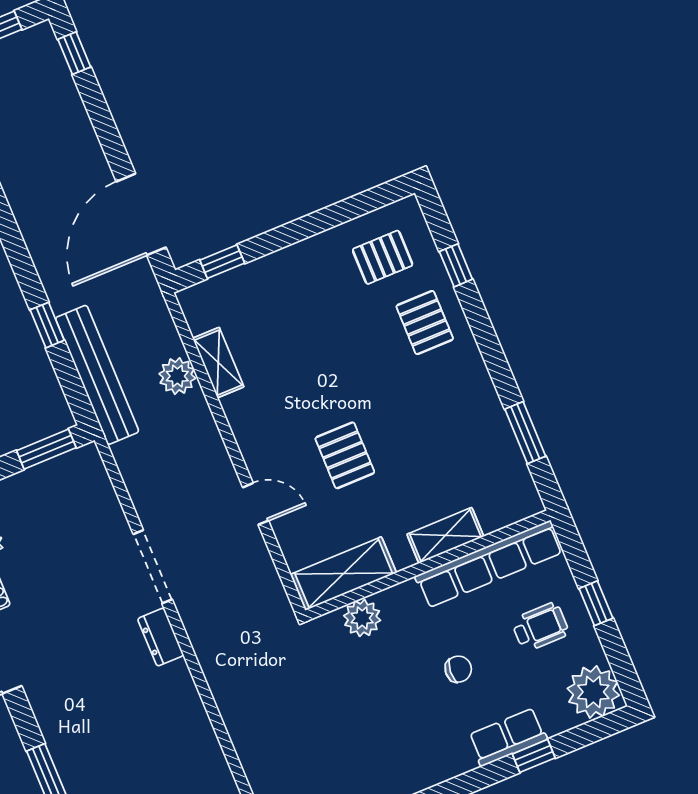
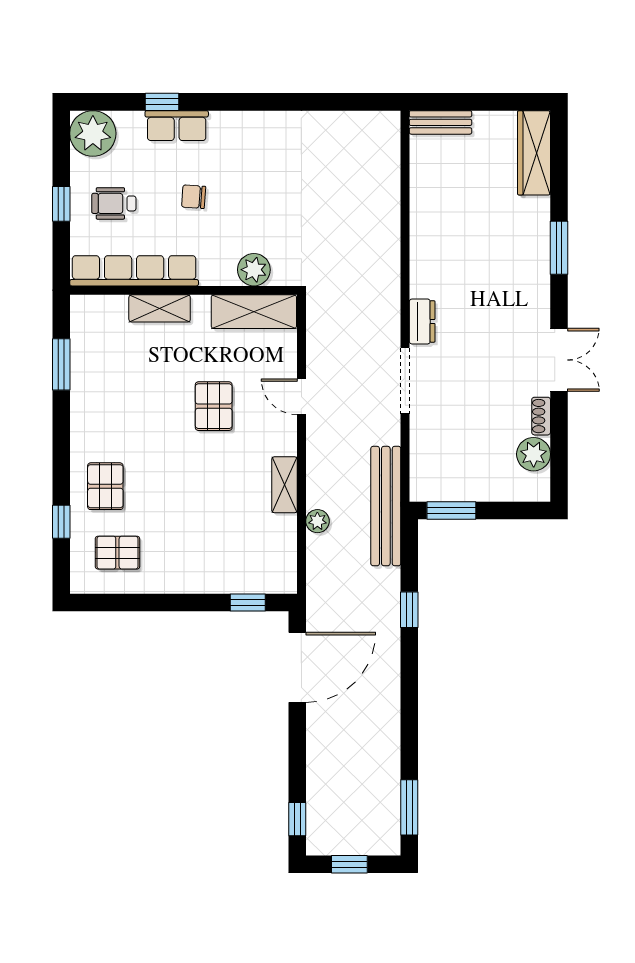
shelving: (218, 363) -> (285, 485), moved
bench: (97, 375) -> (386, 506), moved
plant: (177, 376) -> (317, 521), width x0.73, depth x0.73

